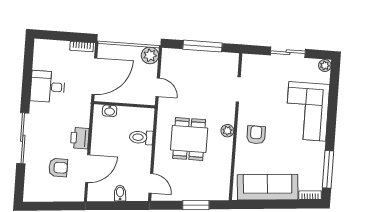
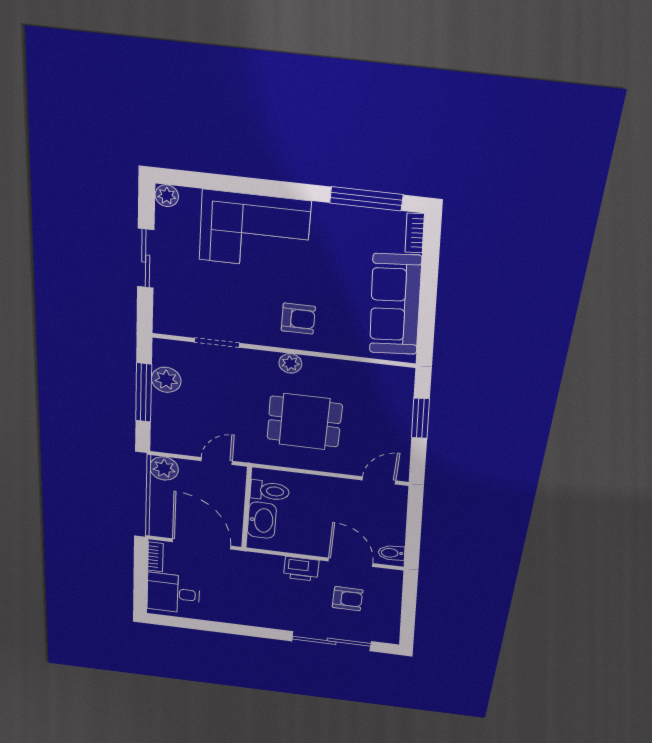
plant: (212, 60) -> (166, 380), added
desk: (48, 87) -> (173, 593), moved, turned 90
washbasin: (110, 111) -> (262, 520), width x1.91, depth x1.45
armchair: (256, 135) -> (298, 319), turned 180
toilet: (141, 137) -> (270, 491), moved, turned -90
sliding door: (23, 138) -> (332, 641), moved
armchair: (58, 168) -> (348, 599), turned 90
bidet: (120, 193) -> (392, 553), moved

